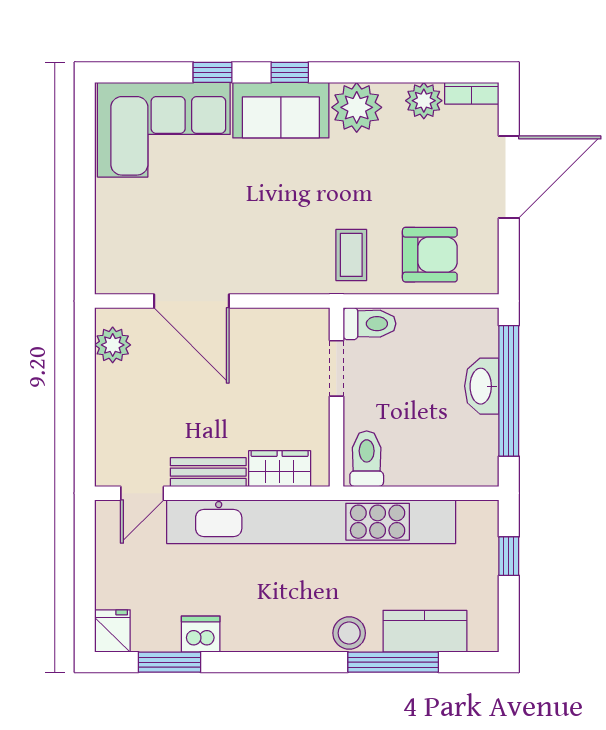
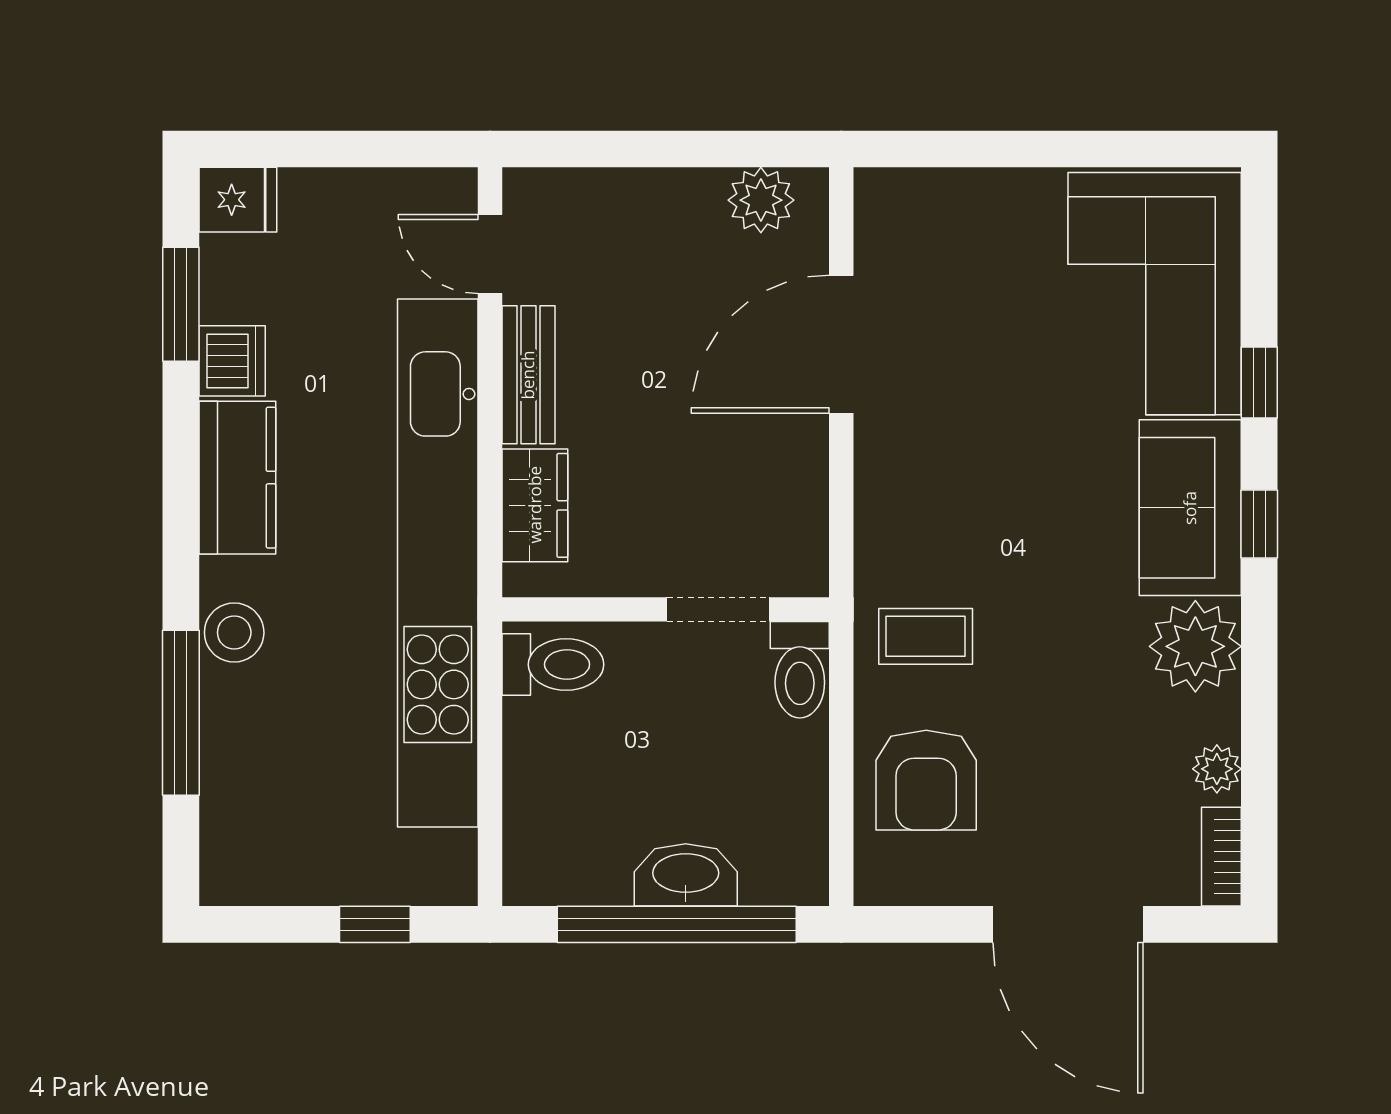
plant: (424, 101) -> (1217, 769), width x0.73, depth x0.73
kitchen counter: (425, 631) -> (237, 478), moved

